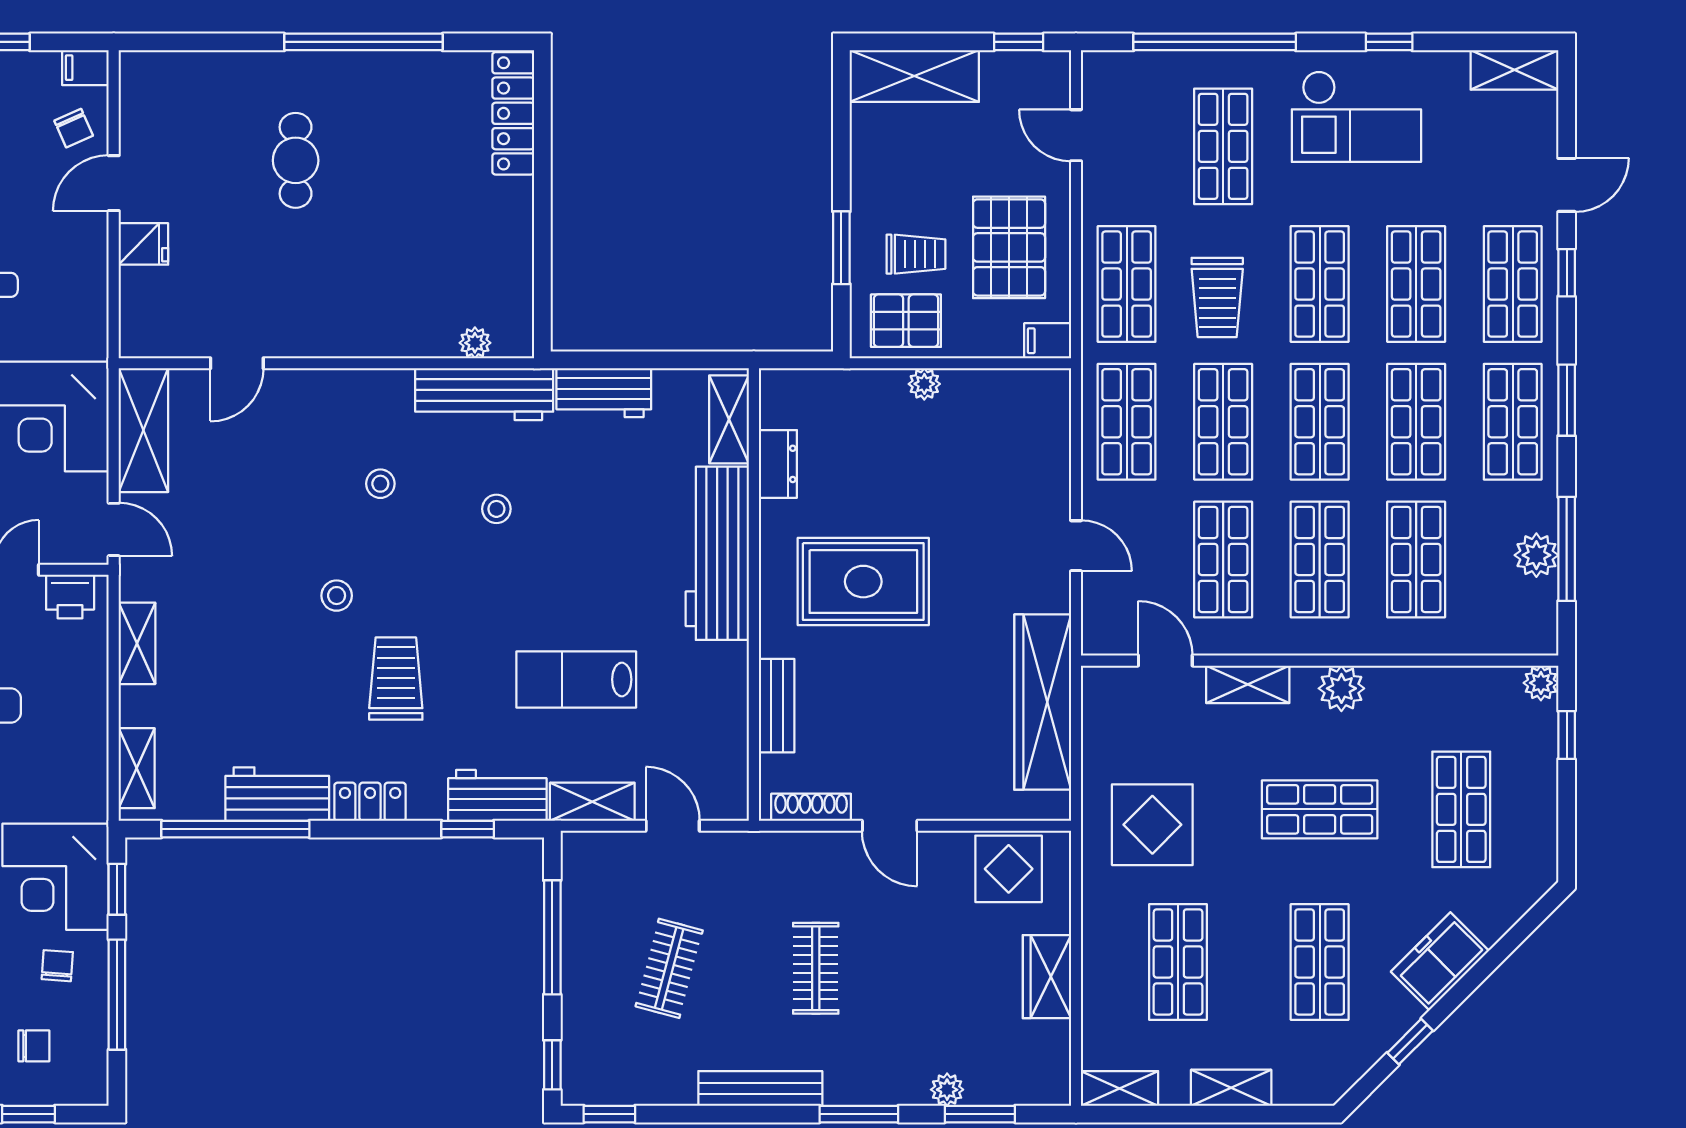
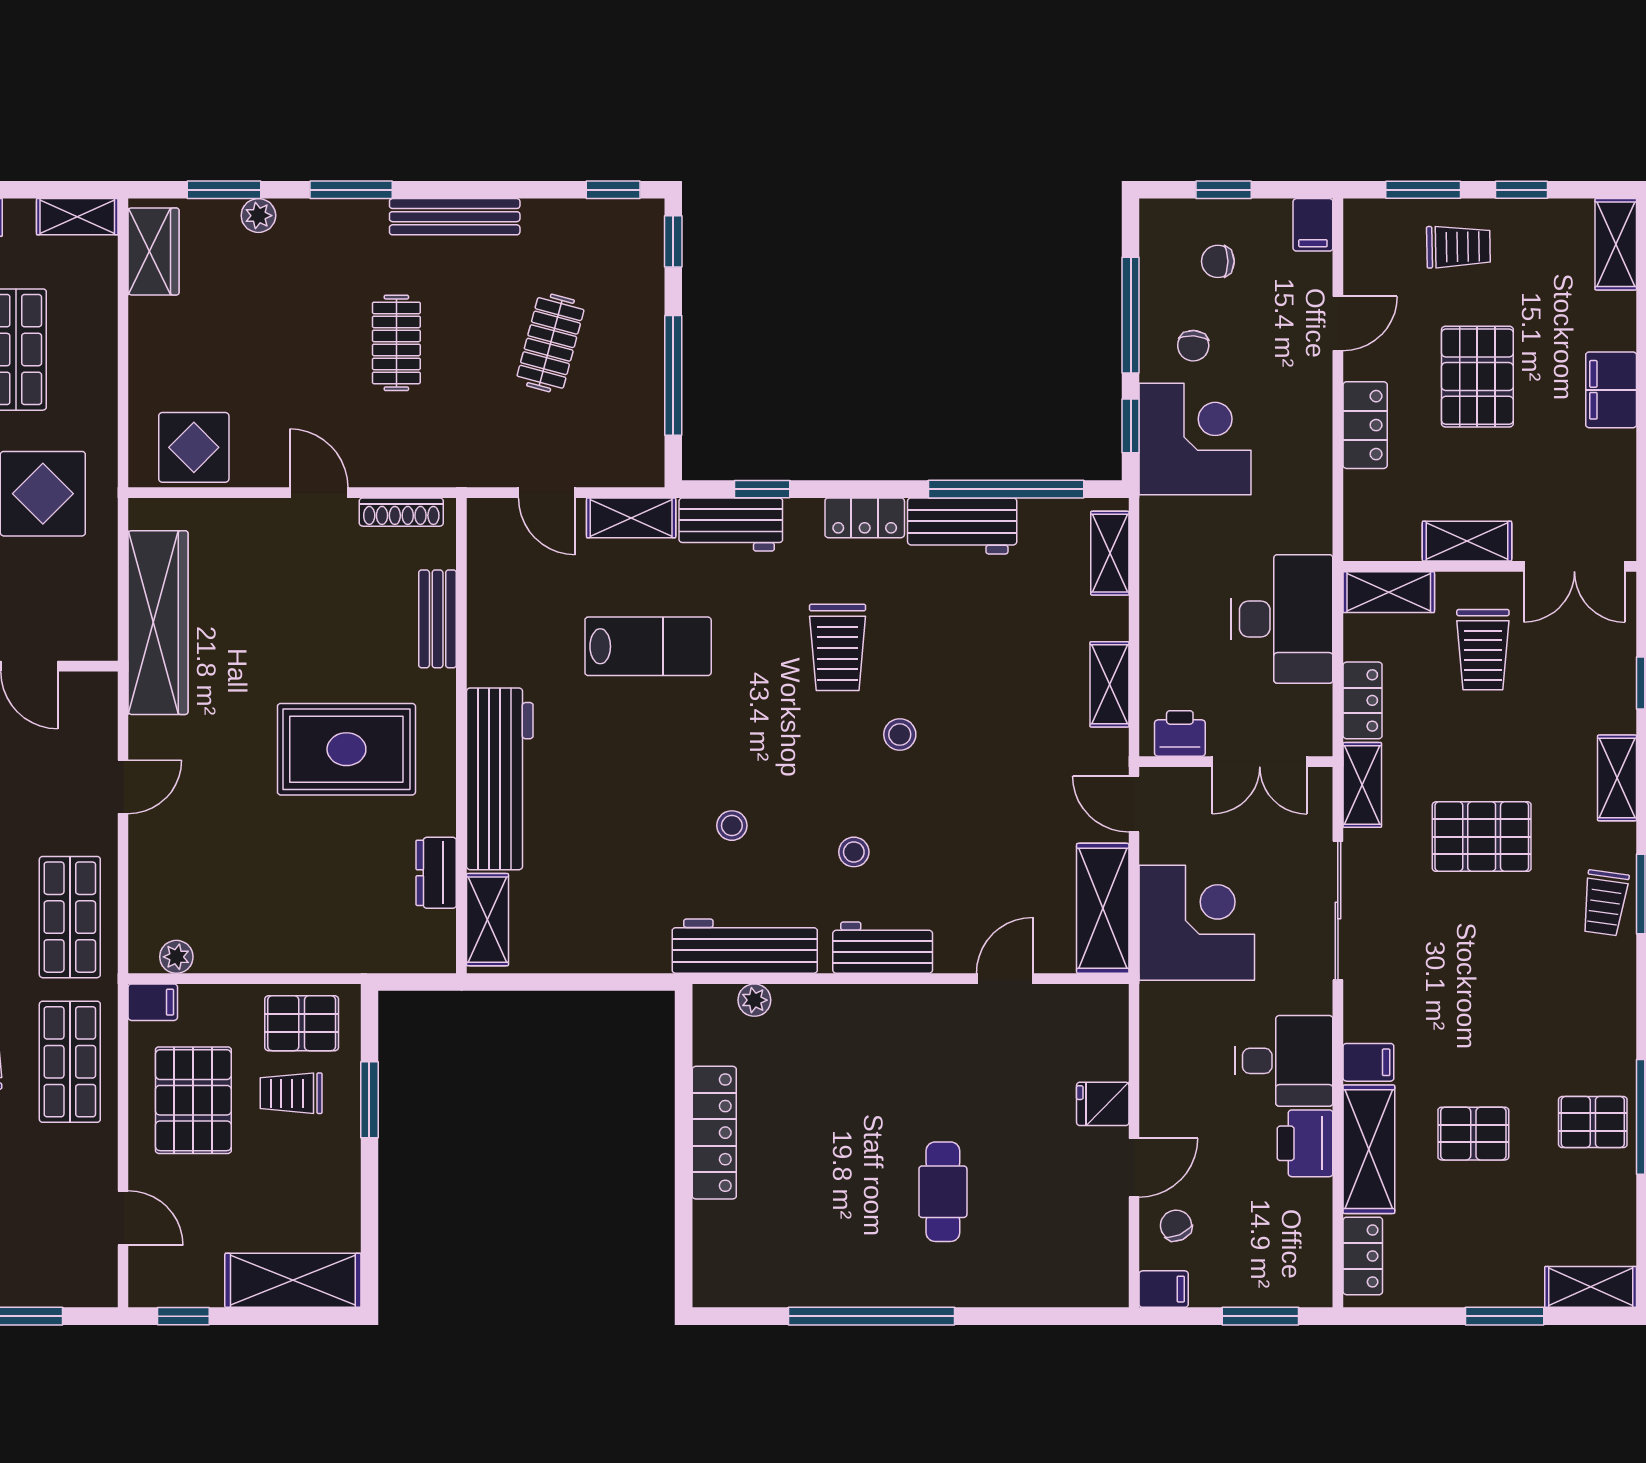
locker: (513, 113) -> (714, 1133), moved
plant: (924, 384) -> (176, 957), moved
workbench: (604, 393) -> (883, 948), moved
door: (1076, 546) -> (123, 787), swing flipped
wardrobe: (1047, 977) -> (154, 251), moved

